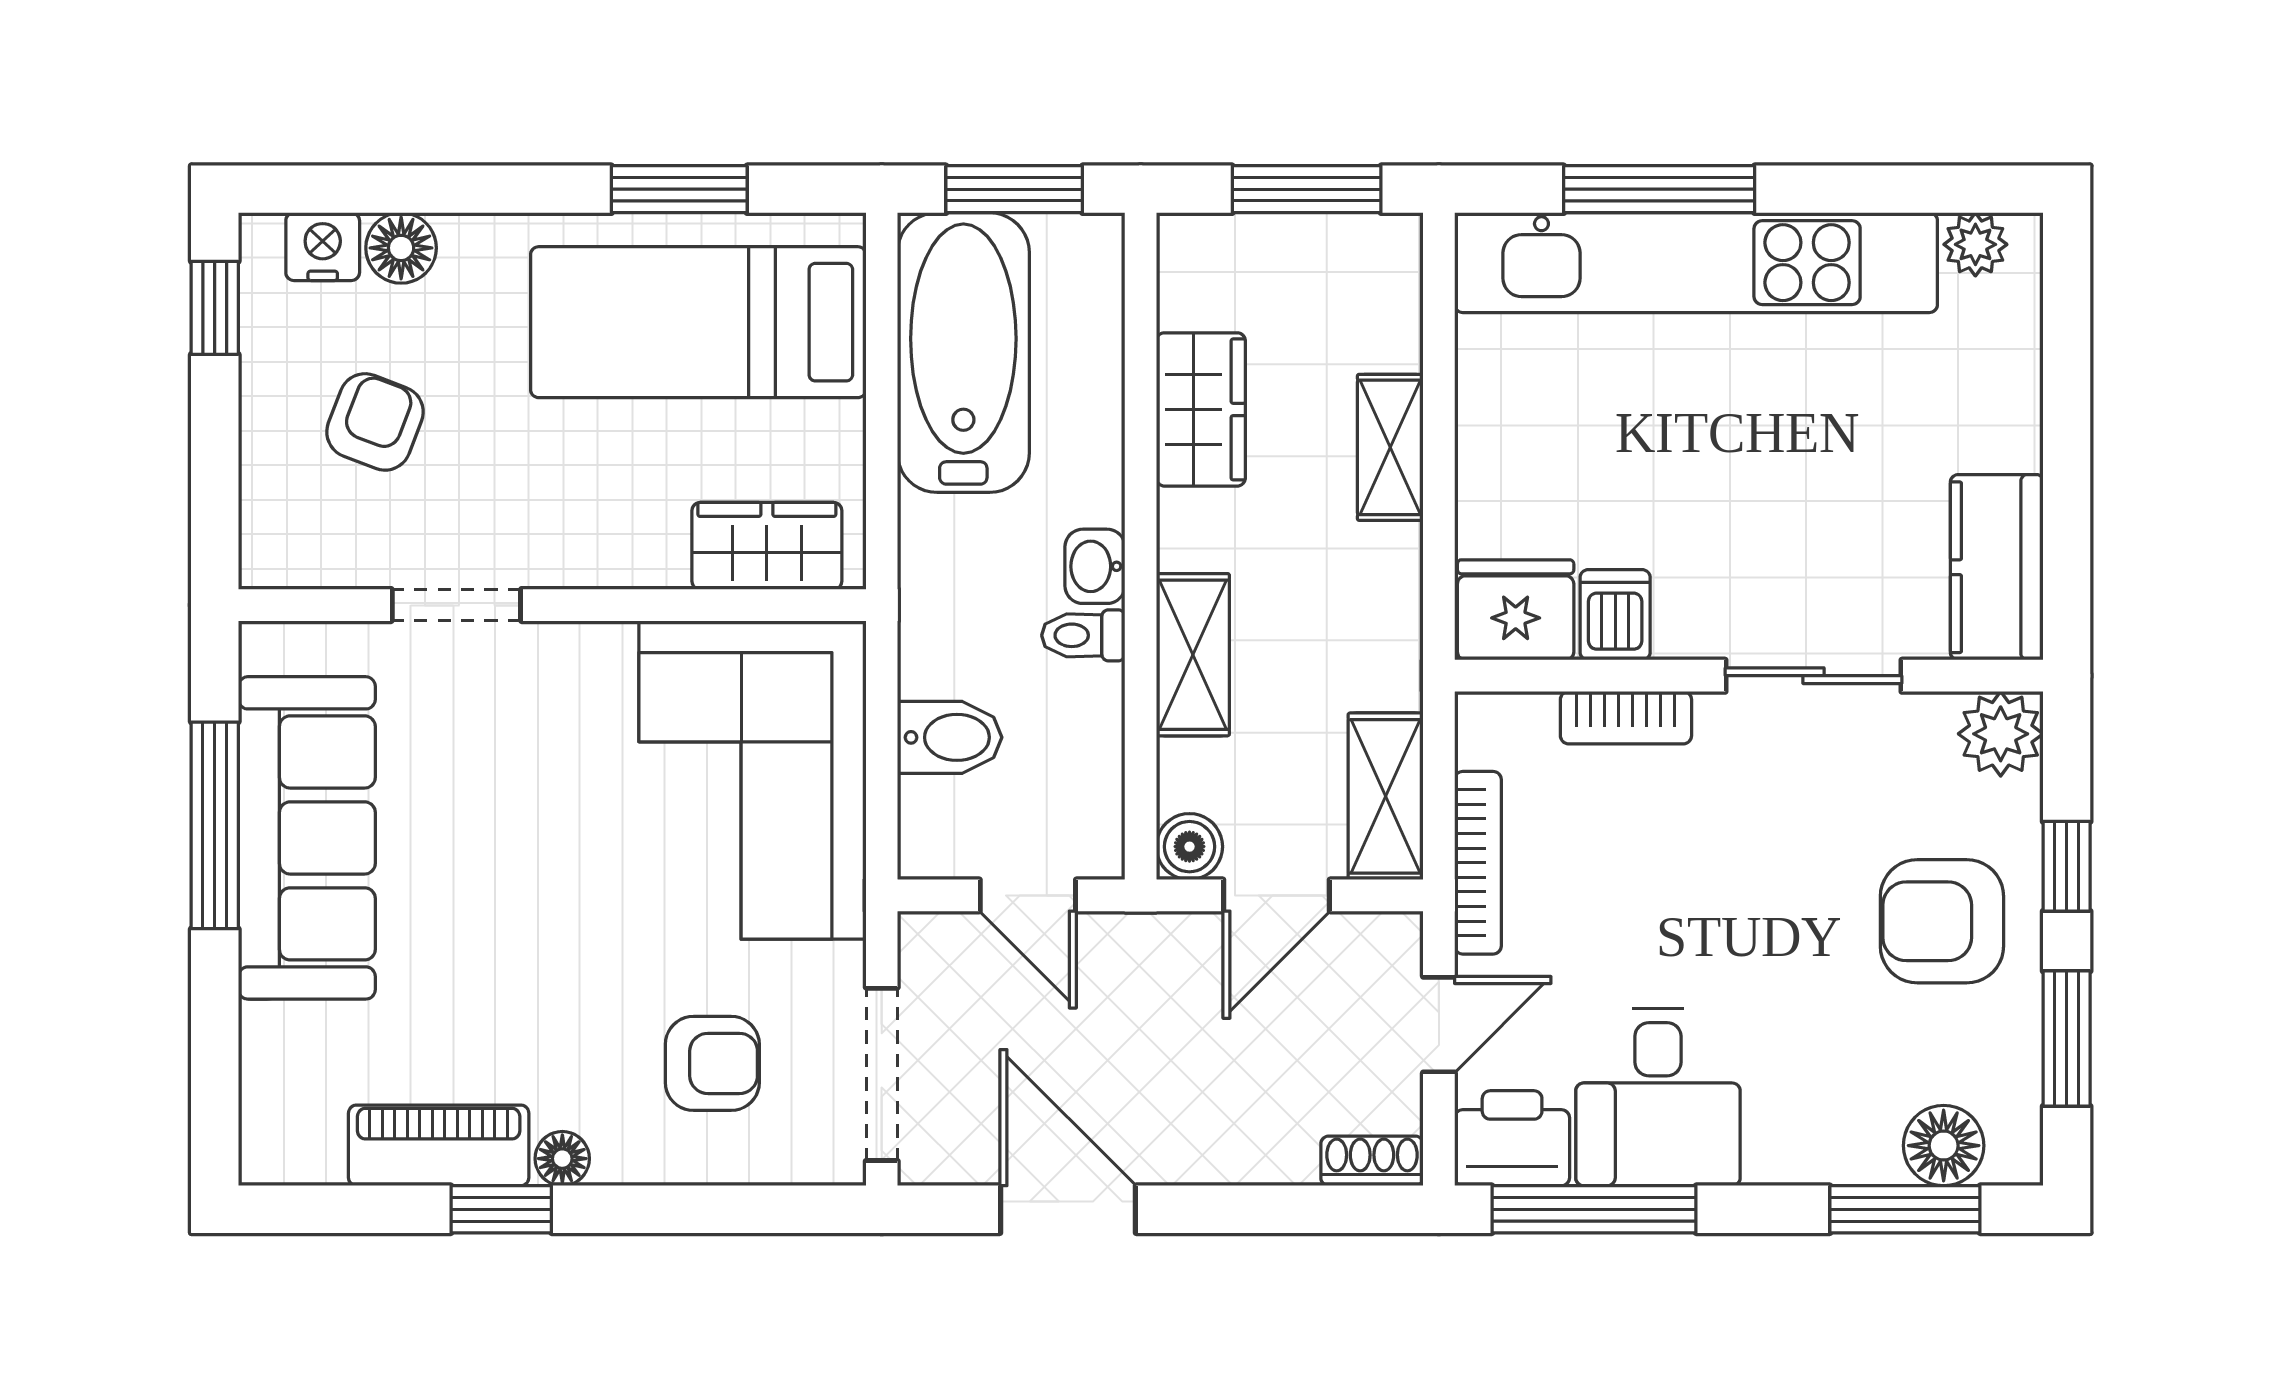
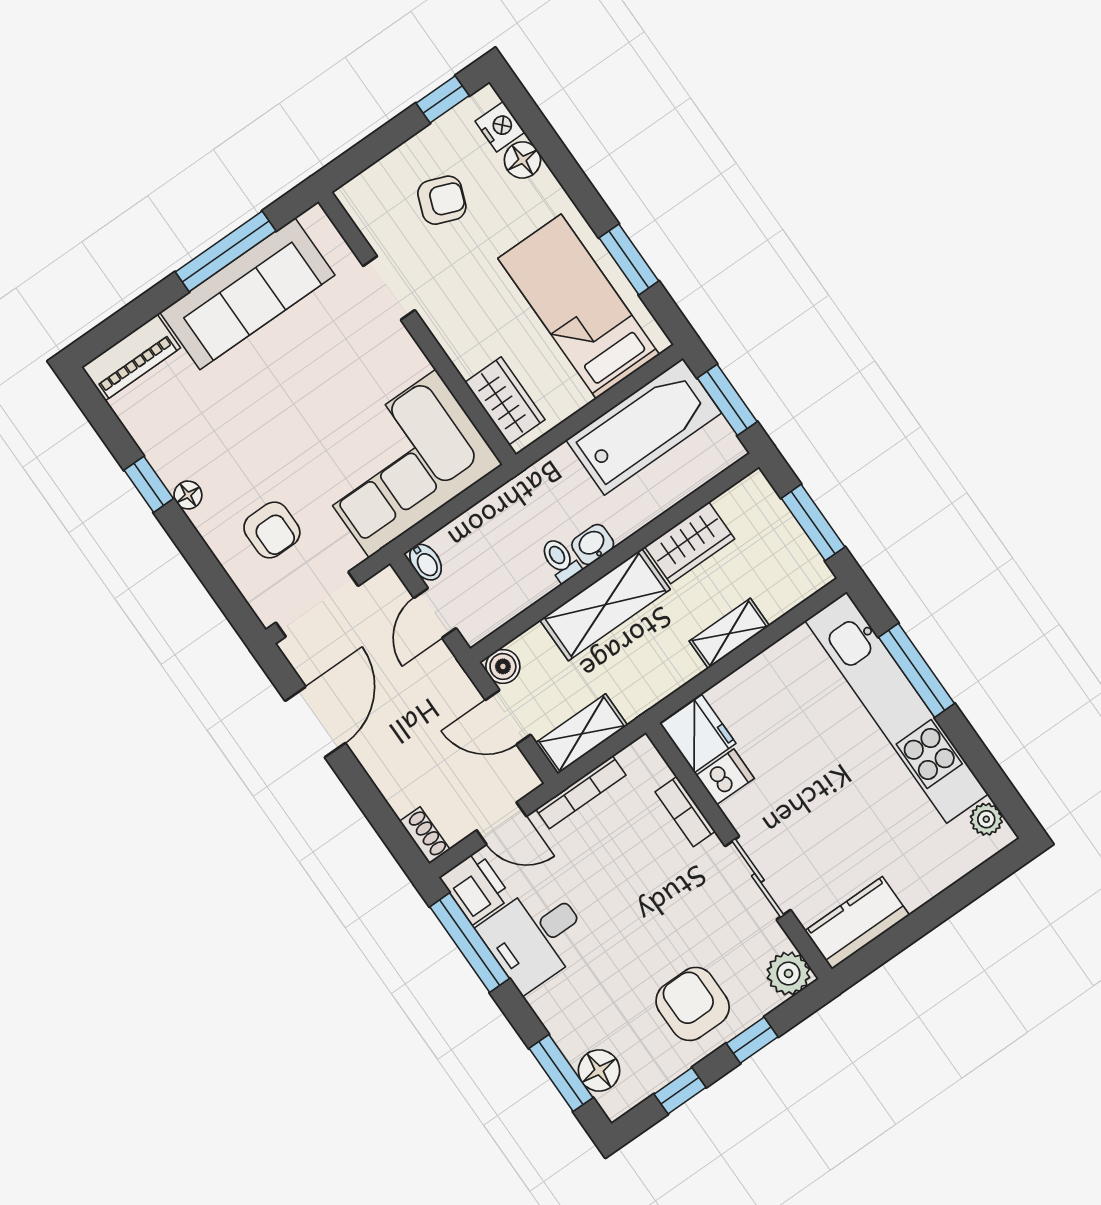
shelving: (1193, 655) -> (605, 605), width x1.50, depth x1.33
bidet: (950, 737) -> (426, 562), moved, width x0.72, depth x0.74
window: (2067, 1039) -> (680, 1091), width x0.67
piano: (439, 1145) -> (131, 358), moved, turned 90

